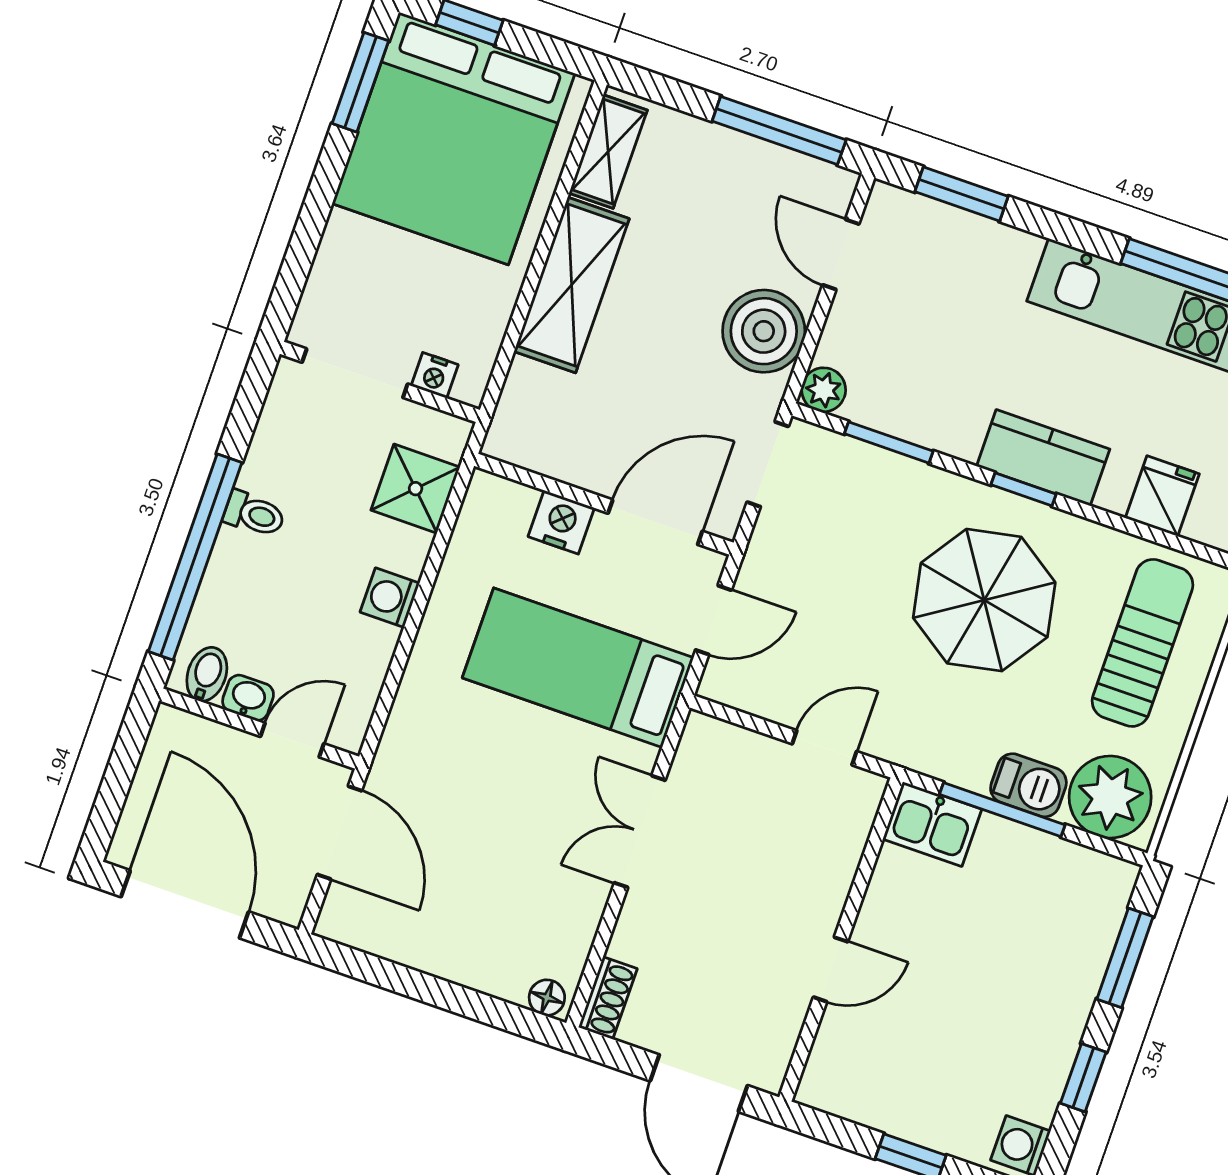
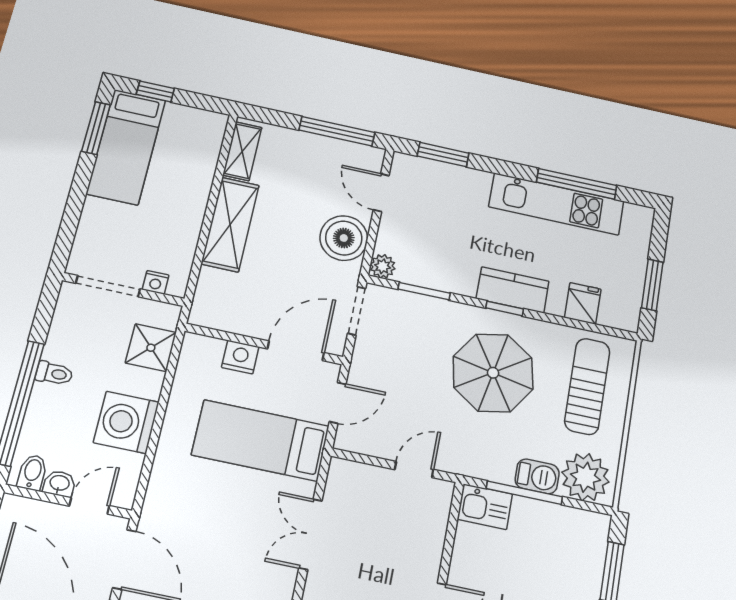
bed: (454, 138) -> (126, 147), width x0.49
washing machine: (390, 598) -> (126, 422), width x1.89, depth x1.89

